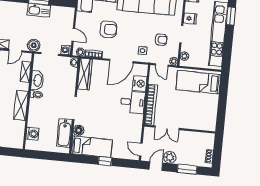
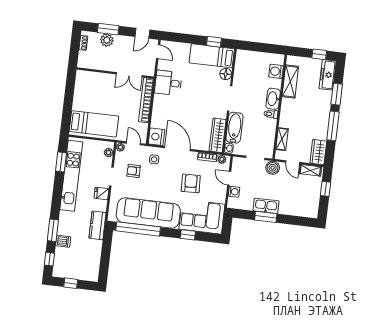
window: (231, 16) -> (61, 162), moved
armchair: (108, 29) -> (191, 183), turned 90
washing machine: (66, 50) -> (234, 192), moved
door: (15, 51) -> (293, 162), swing flipped
door: (121, 61) -> (177, 149), hinge flipped
washbasin: (37, 80) -> (273, 99), moved
nightstand: (140, 84) -> (156, 137), moved
desk: (133, 102) -> (168, 83), moved
shelving: (21, 106) -> (290, 82), moved
double door: (167, 128) -> (129, 75), swing flipped
bathtub: (64, 133) -> (235, 128), moved
plant: (170, 157) -> (107, 40), moved
window: (105, 161) -> (214, 42), moved

